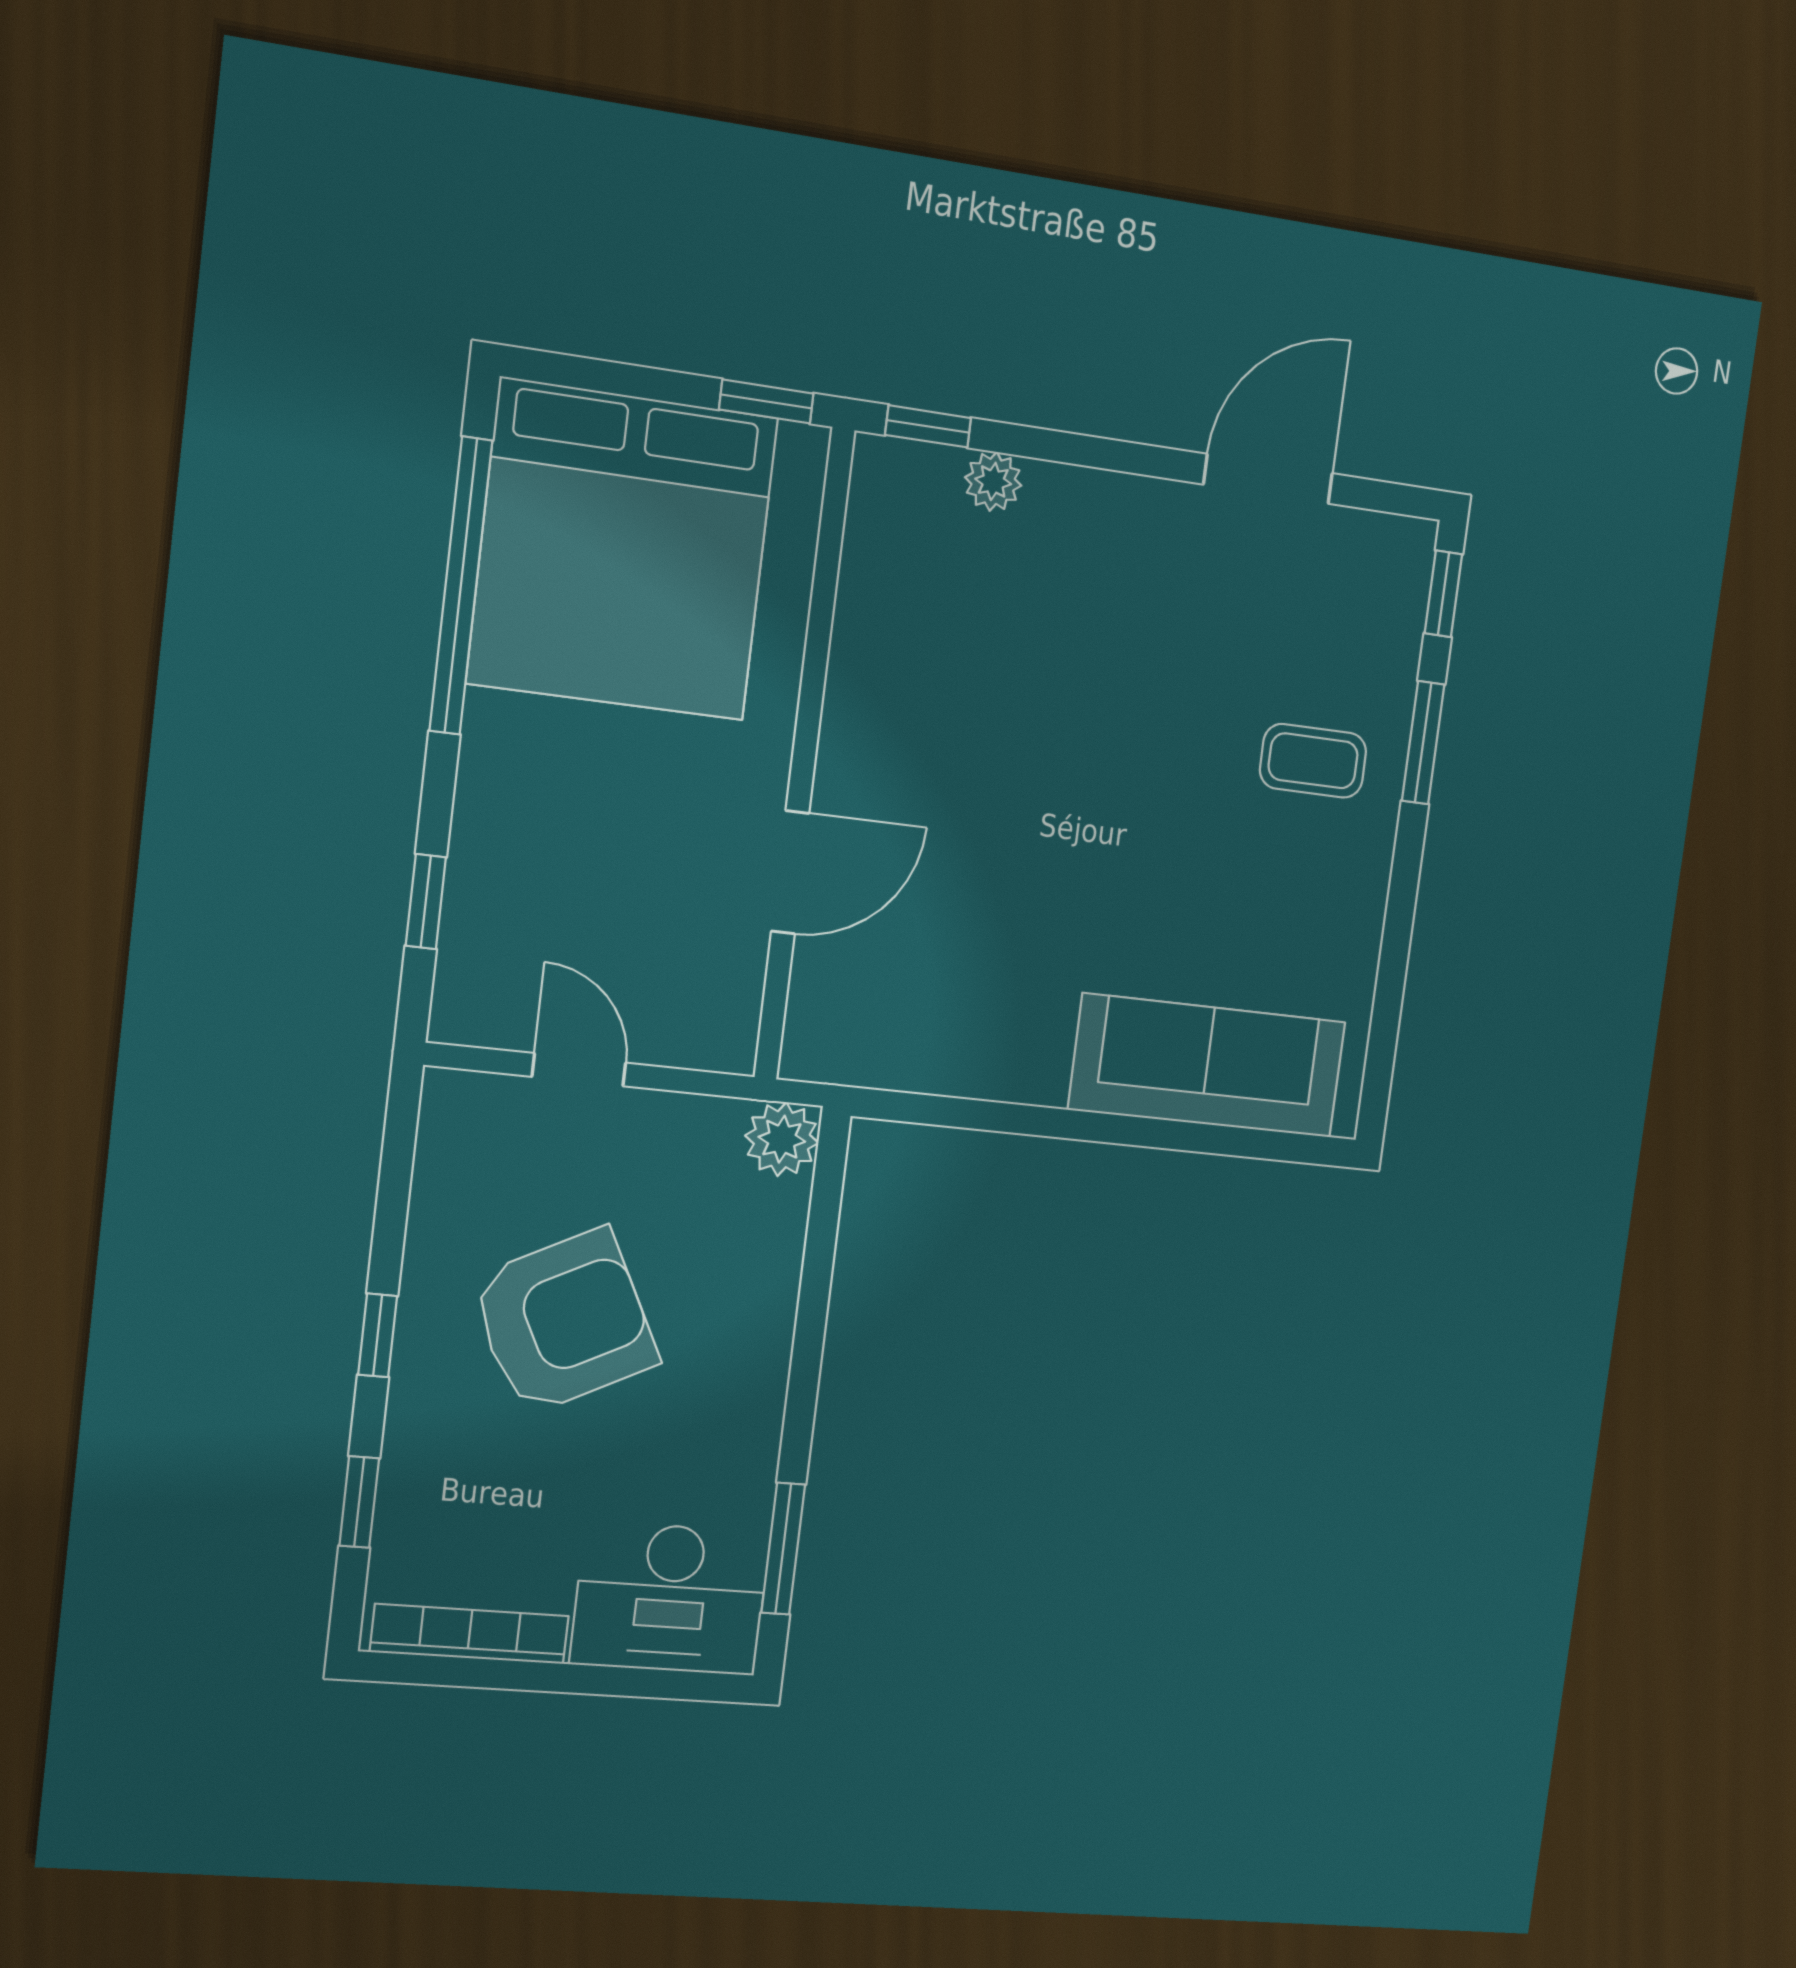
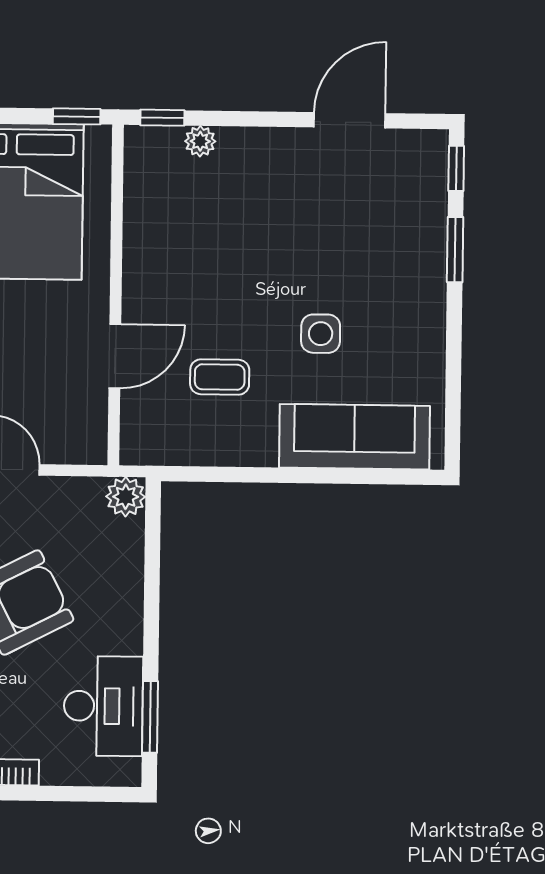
coffee table: (1313, 761) -> (220, 377), moved
side table: (1170, 870) -> (321, 334), added
desk: (670, 1598) -> (103, 706), moved, turned -90

